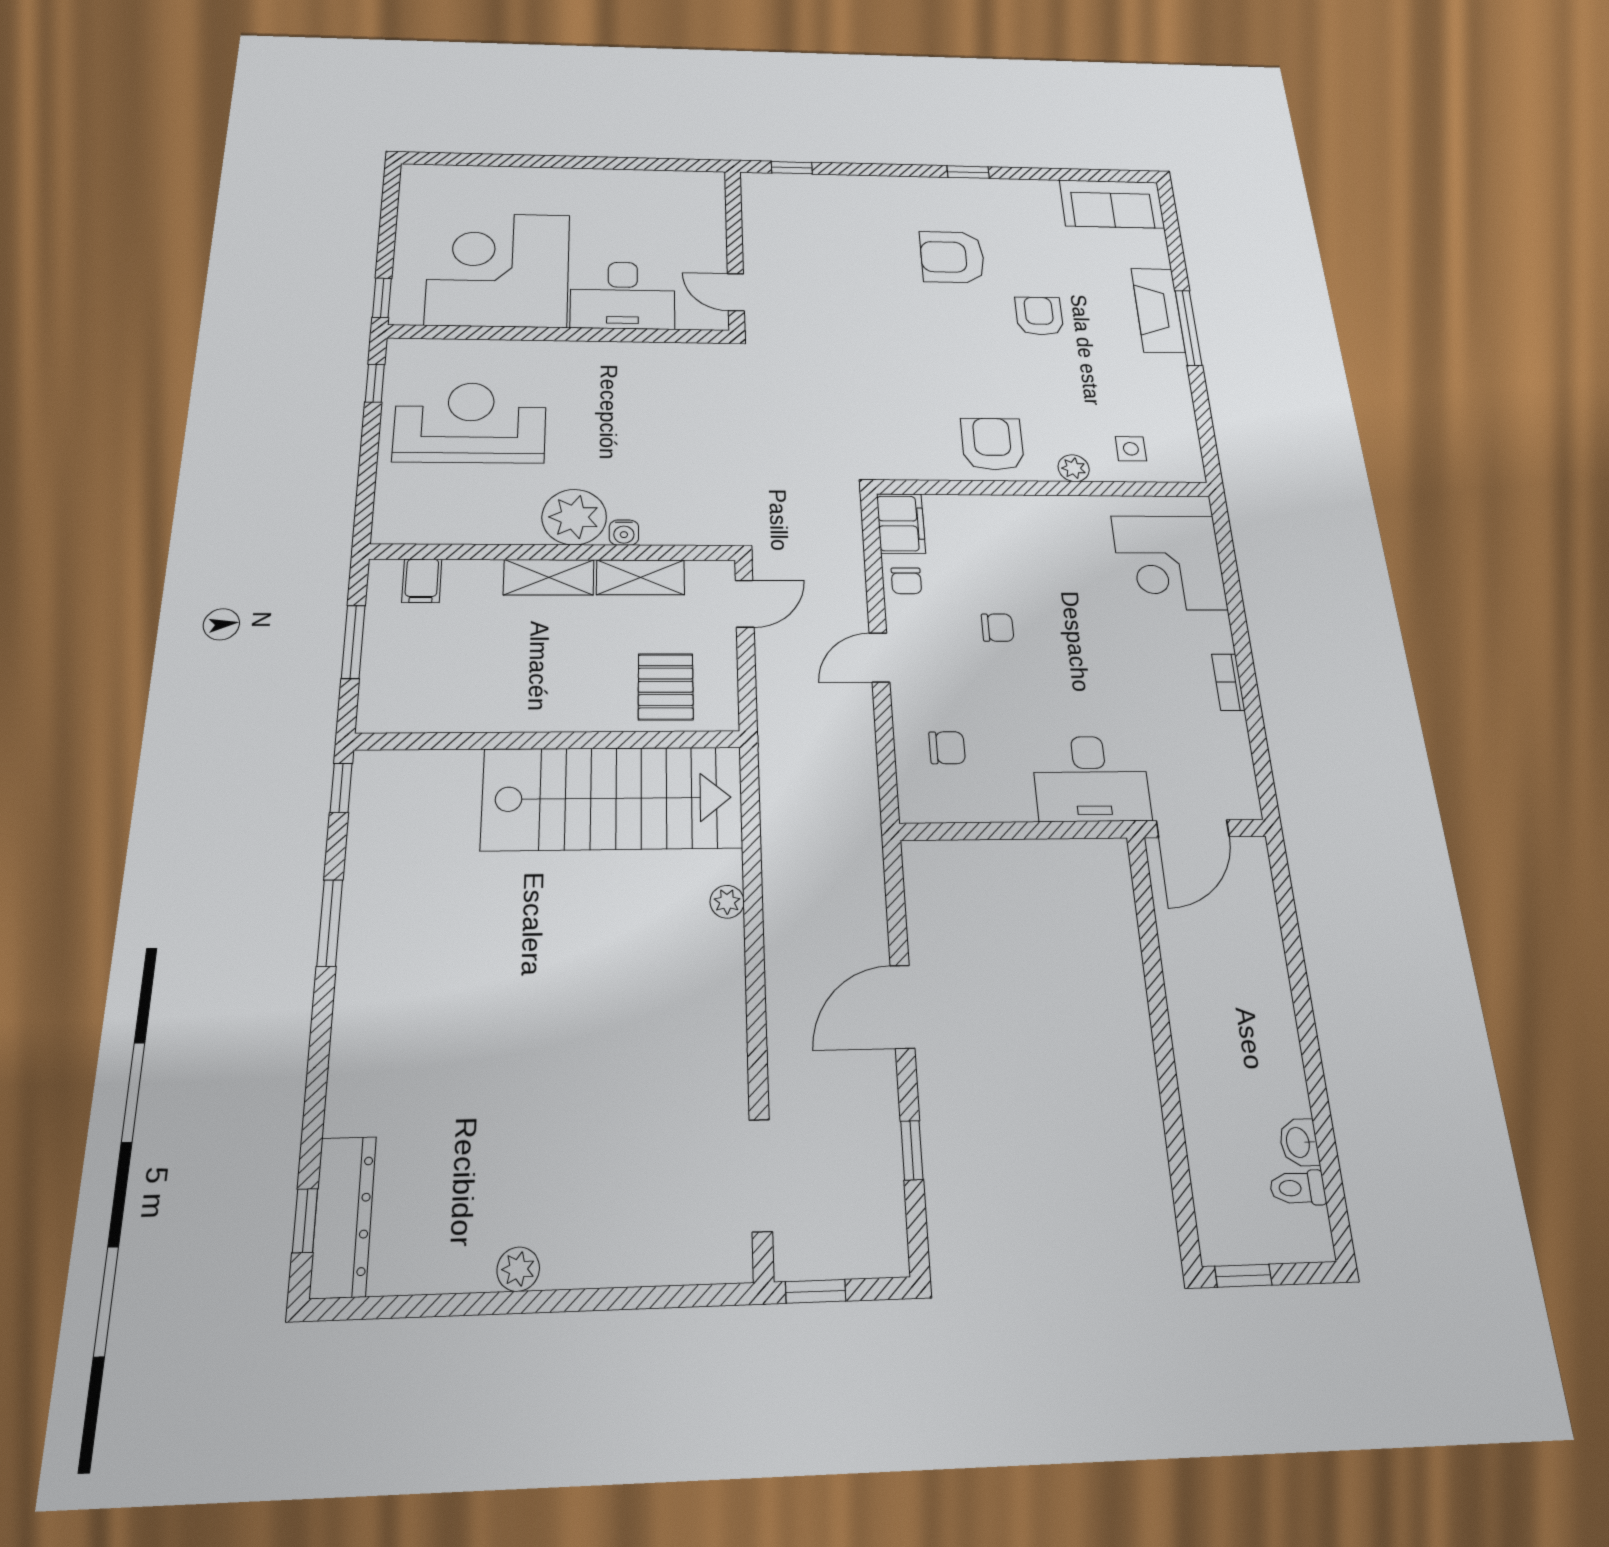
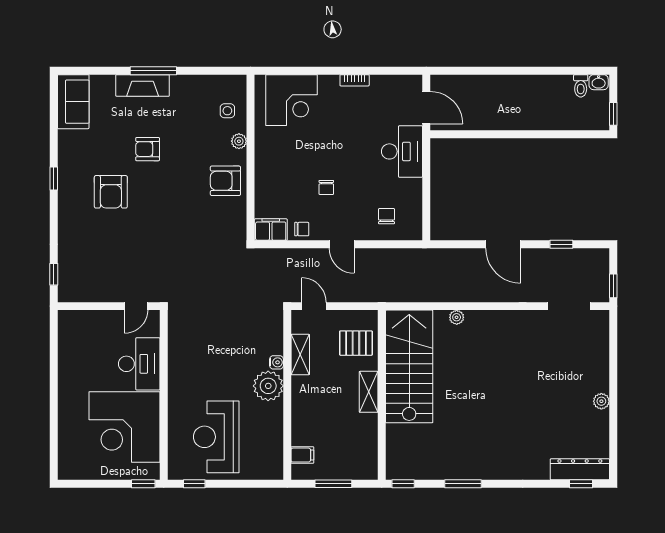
shelving: (549, 577) -> (369, 392), moved
chair: (998, 628) -> (326, 187), turned 180
washbasin: (1299, 1142) -> (599, 82), moved

